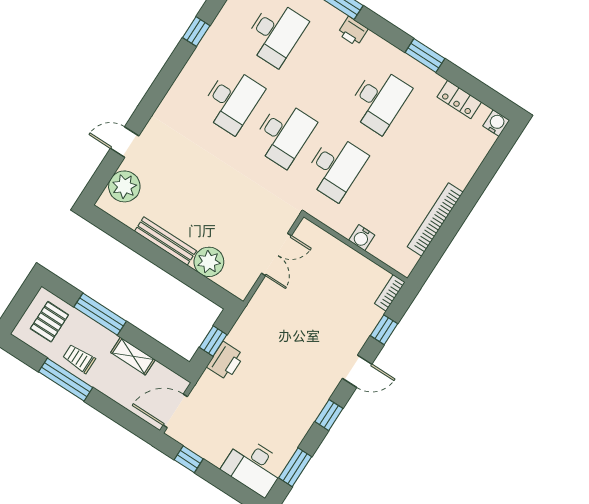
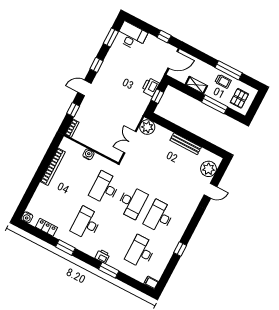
desk: (284, 134) -> (132, 202), turned 180
plant: (209, 262) -> (147, 127), moved

